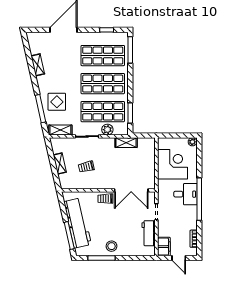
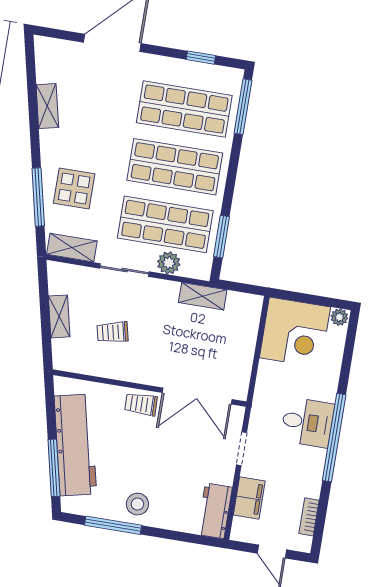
corner desk: (173, 164) -> (295, 332), moved, turned 90
workbench: (149, 233) -> (215, 511), moved
filing cabinet: (164, 247) -> (249, 498), moved

